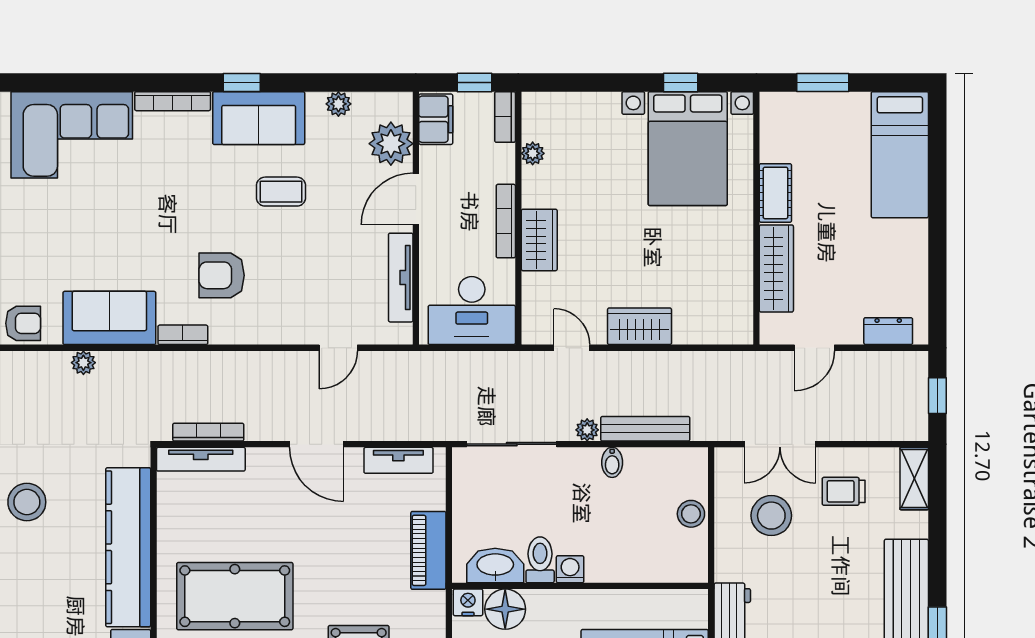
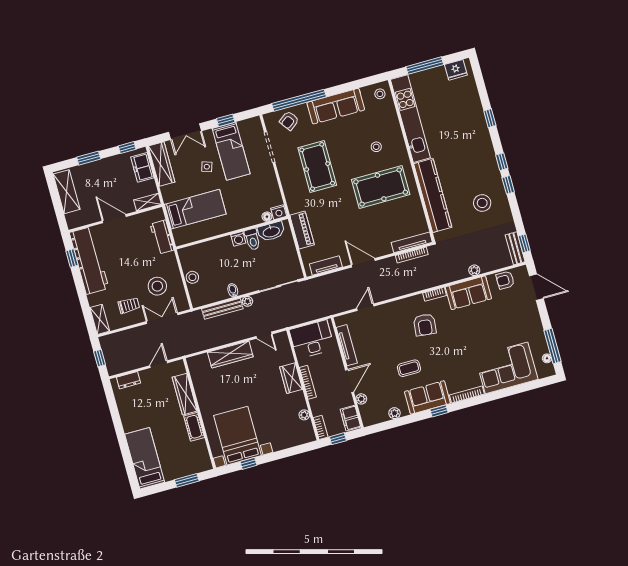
plant: (391, 144) -> (361, 399), width x0.53, depth x0.53
armchair: (222, 275) -> (425, 325), turned 96
wardrobe: (639, 326) -> (230, 354), width x1.50
floor lamp: (505, 609) -> (267, 217), width x0.53, depth x0.53

